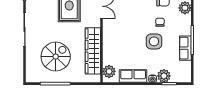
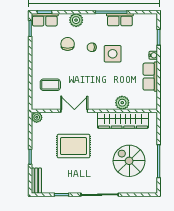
plant: (109, 71) -> (122, 103), moved
plant: (164, 76) -> (150, 43), removed

